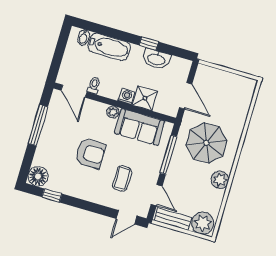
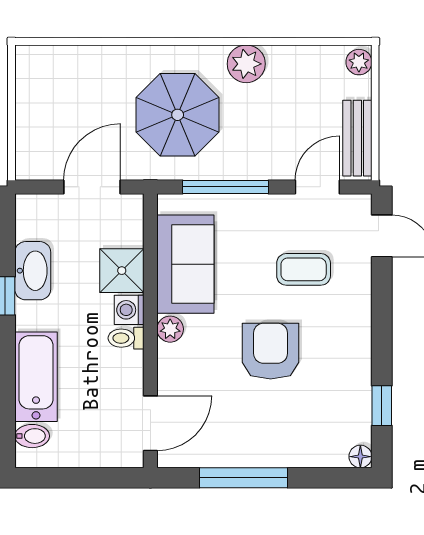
toilet: (94, 85) -> (126, 338), moved
floor lamp: (38, 176) -> (360, 457), width x0.53, depth x0.53
plant: (203, 223) -> (359, 62), width x0.53, depth x0.53

